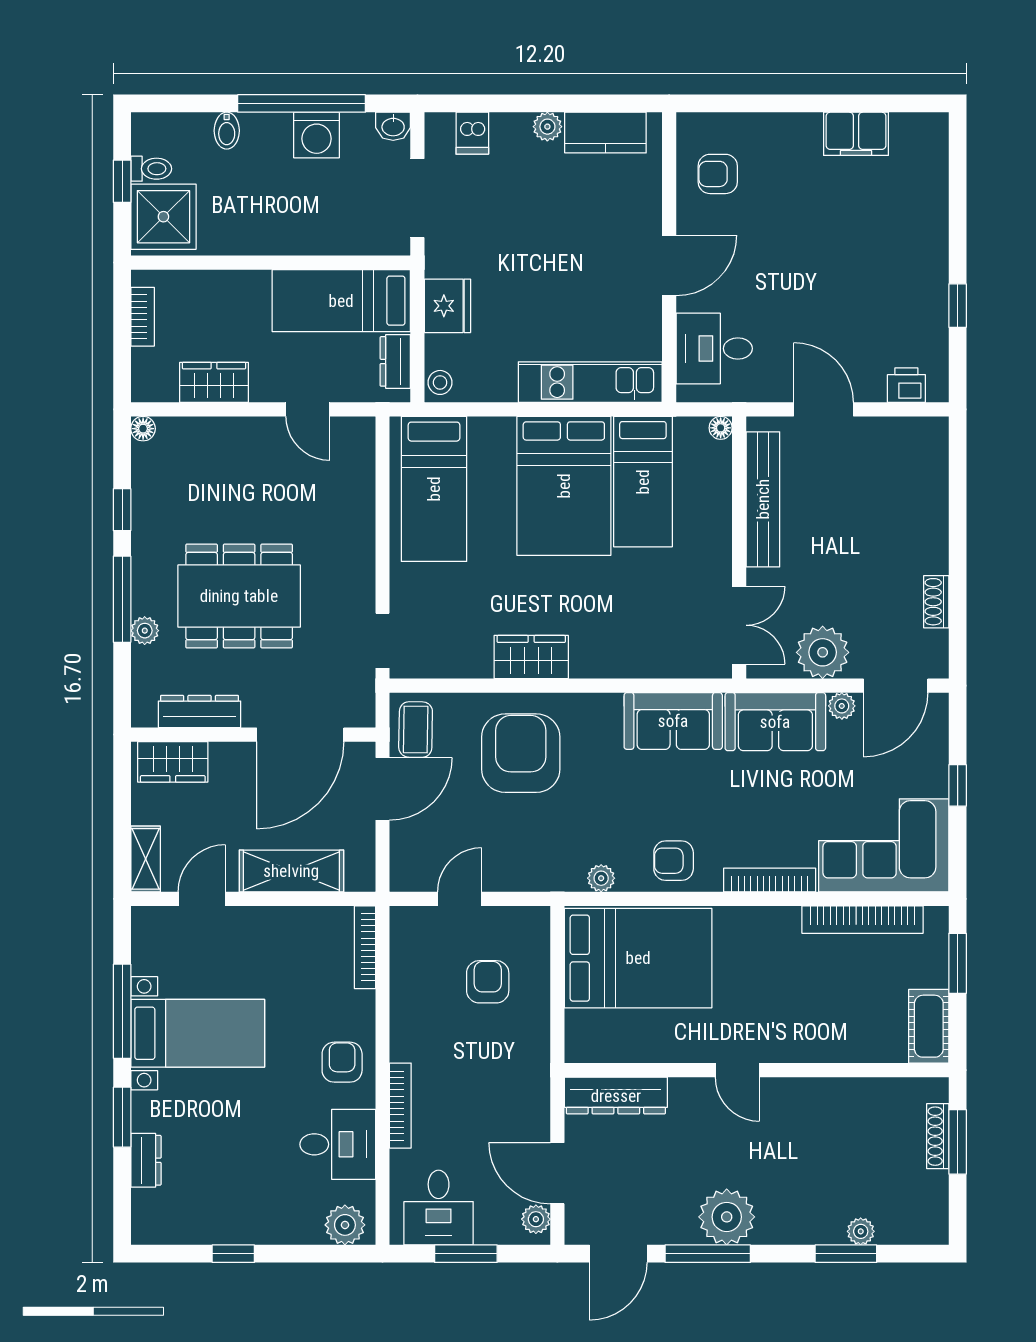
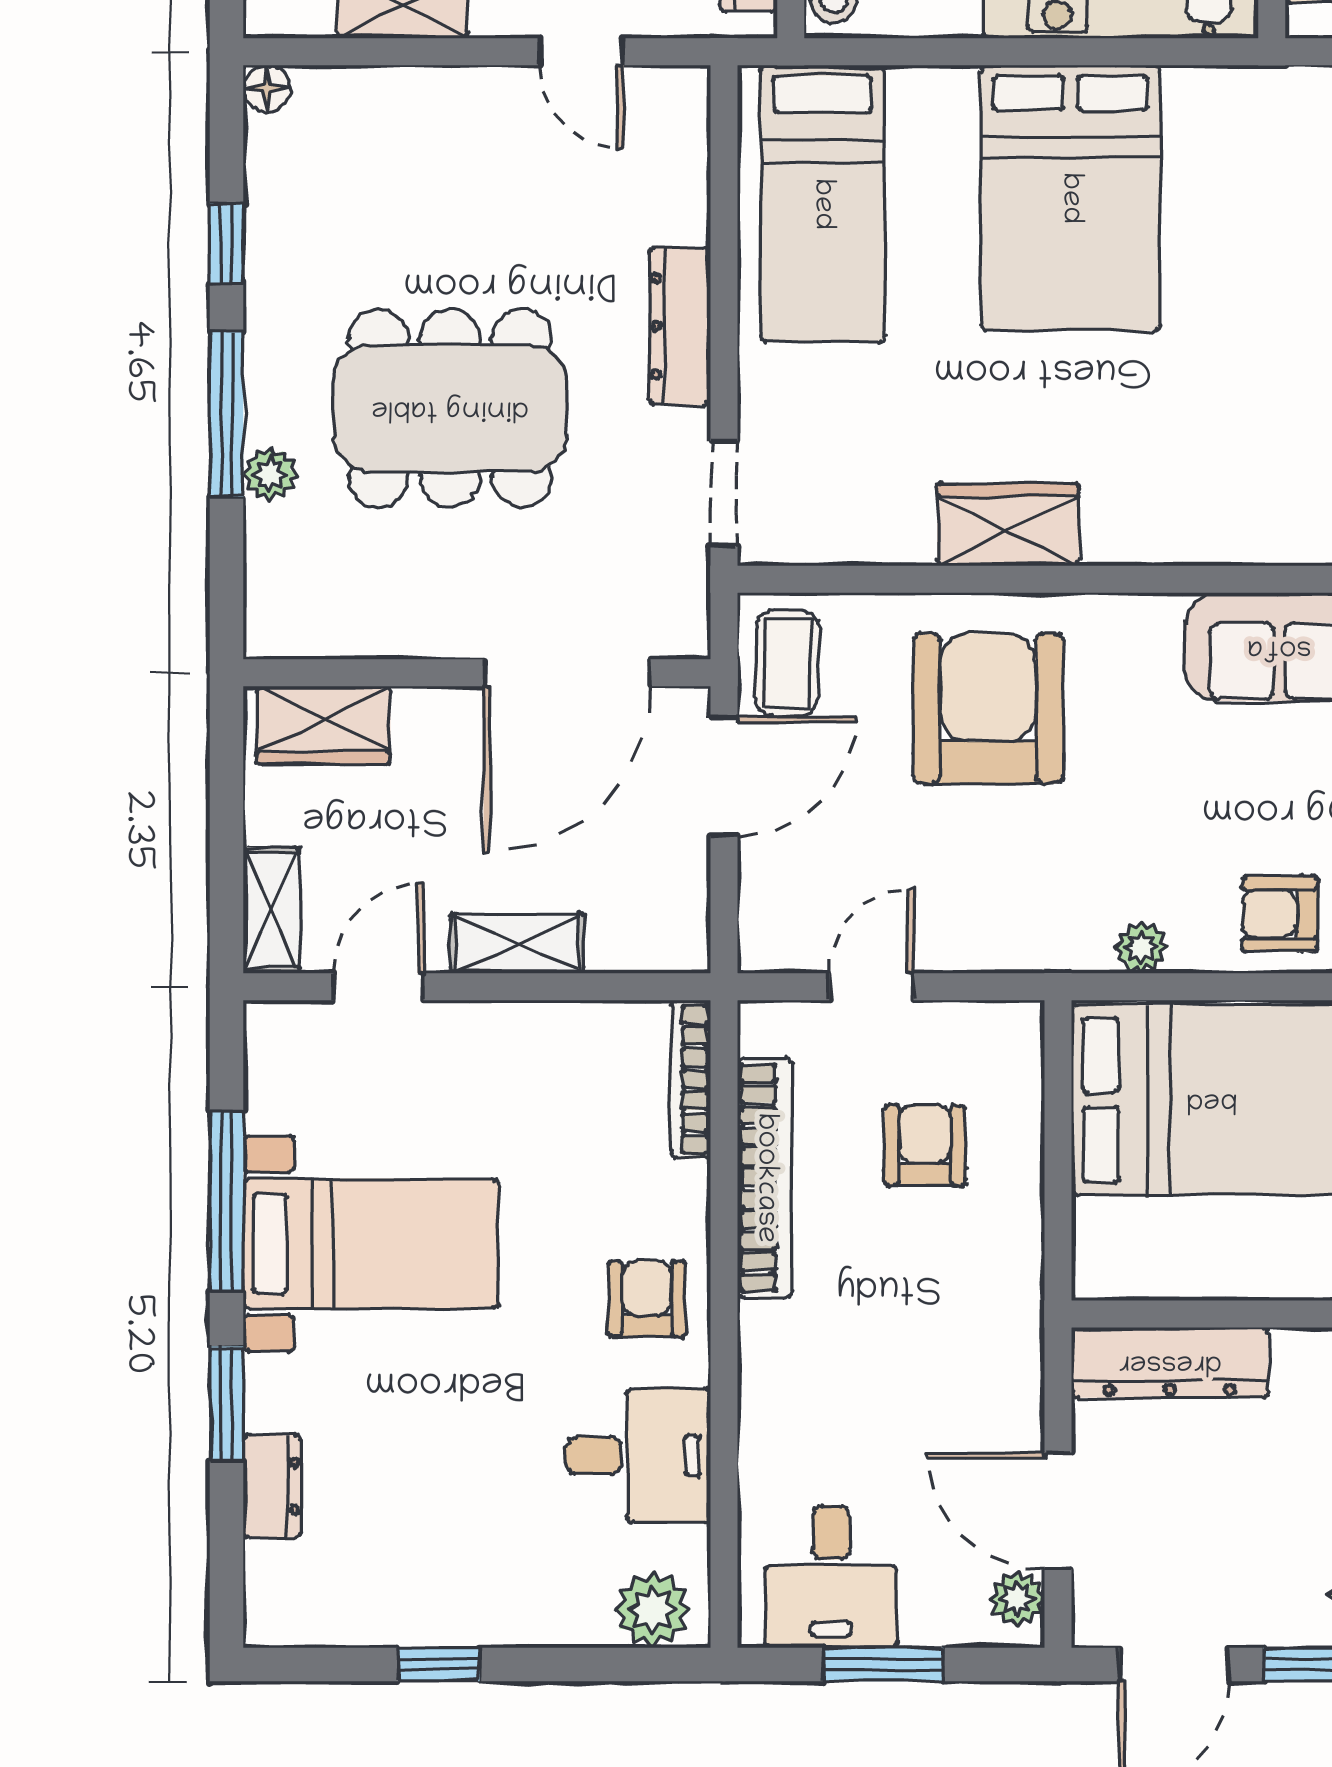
bed: (643, 482) -> (1221, 190), removed
dresser: (200, 711) -> (680, 326), moved, turned -90
shelving: (291, 871) -> (517, 943), width x0.67, depth x0.75
bookcase: (400, 1106) -> (765, 1178), moved, width x1.48, depth x1.31

